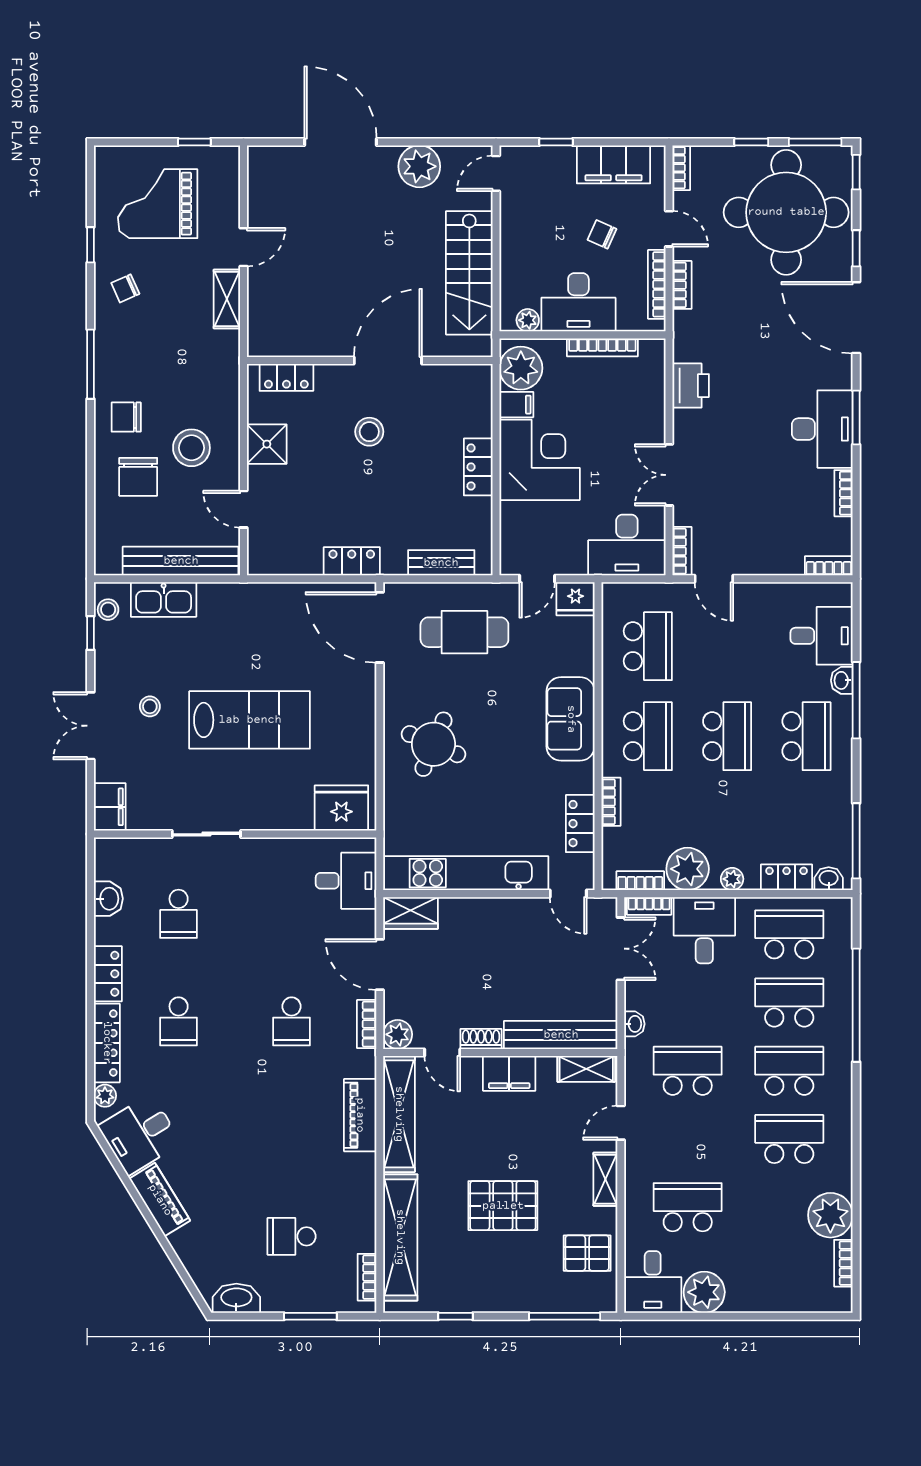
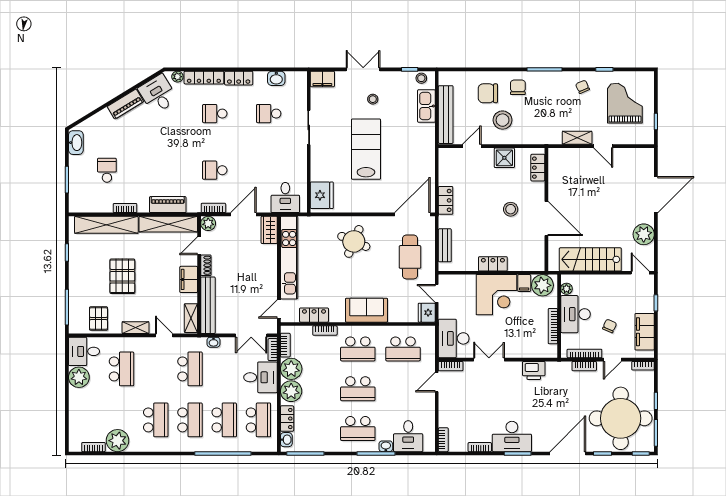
lab bench: (250, 720) -> (366, 149), turned 180
plant: (732, 879) -> (291, 391), width x1.88, depth x1.88
bookcase: (367, 1277) -> (125, 208), moved

